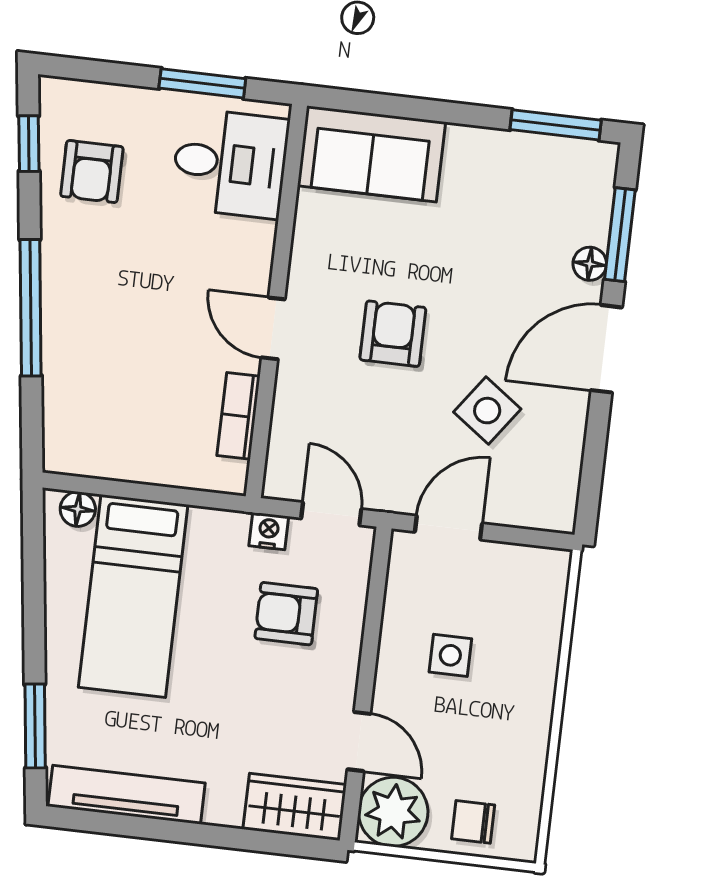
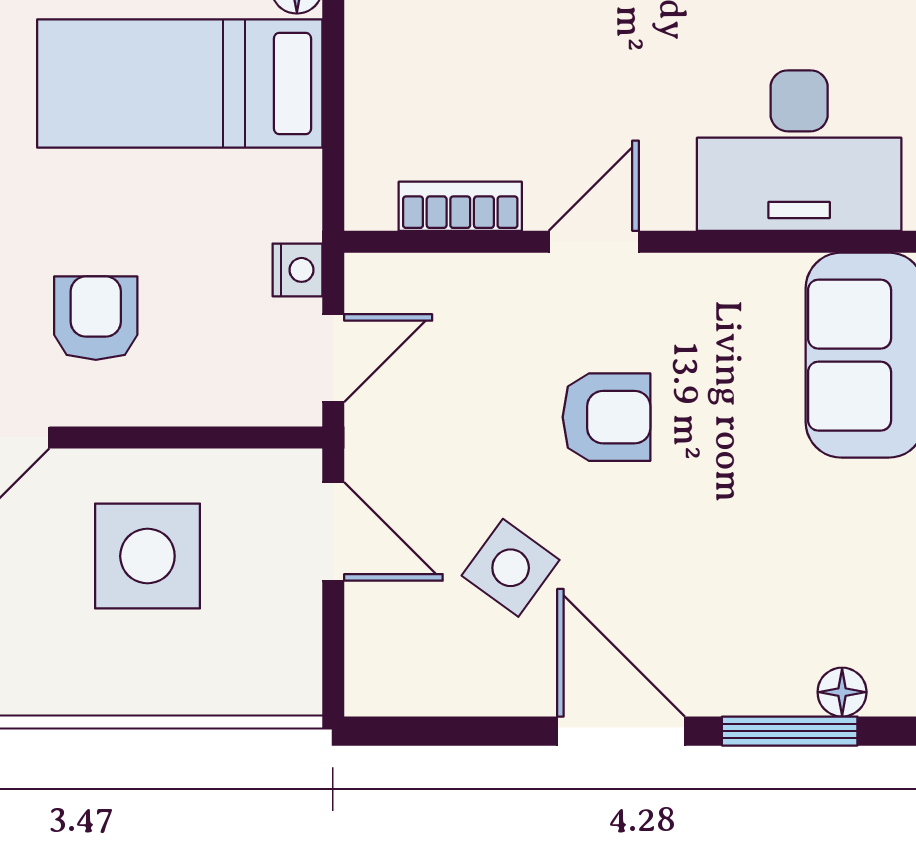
desk: (230, 163) -> (799, 151), width x1.37
floor lamp: (590, 264) -> (842, 692), moved
armchair: (286, 614) -> (96, 318), moved
side table: (450, 655) -> (147, 556), width x1.87, depth x1.87

